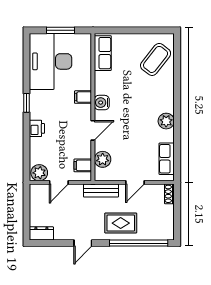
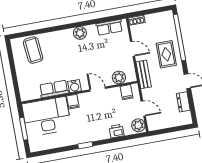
row of seats: (103, 53) -> (54, 89), moved
coffee table: (156, 59) -> (33, 50), turned 46
desk: (51, 61) -> (47, 117), moved, turned 180
printer: (37, 128) -> (117, 131), moved
dresser: (41, 233) -> (183, 102), moved

